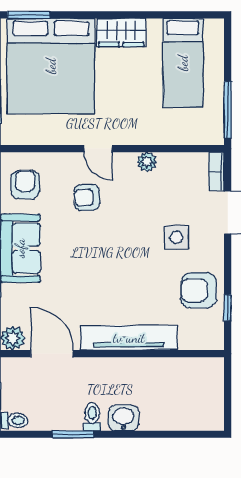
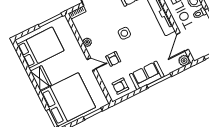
bed: (183, 63) -> (41, 48), width x1.50
door: (98, 149) -> (92, 64), hinge flipped
side table: (176, 237) -> (124, 33), moved

